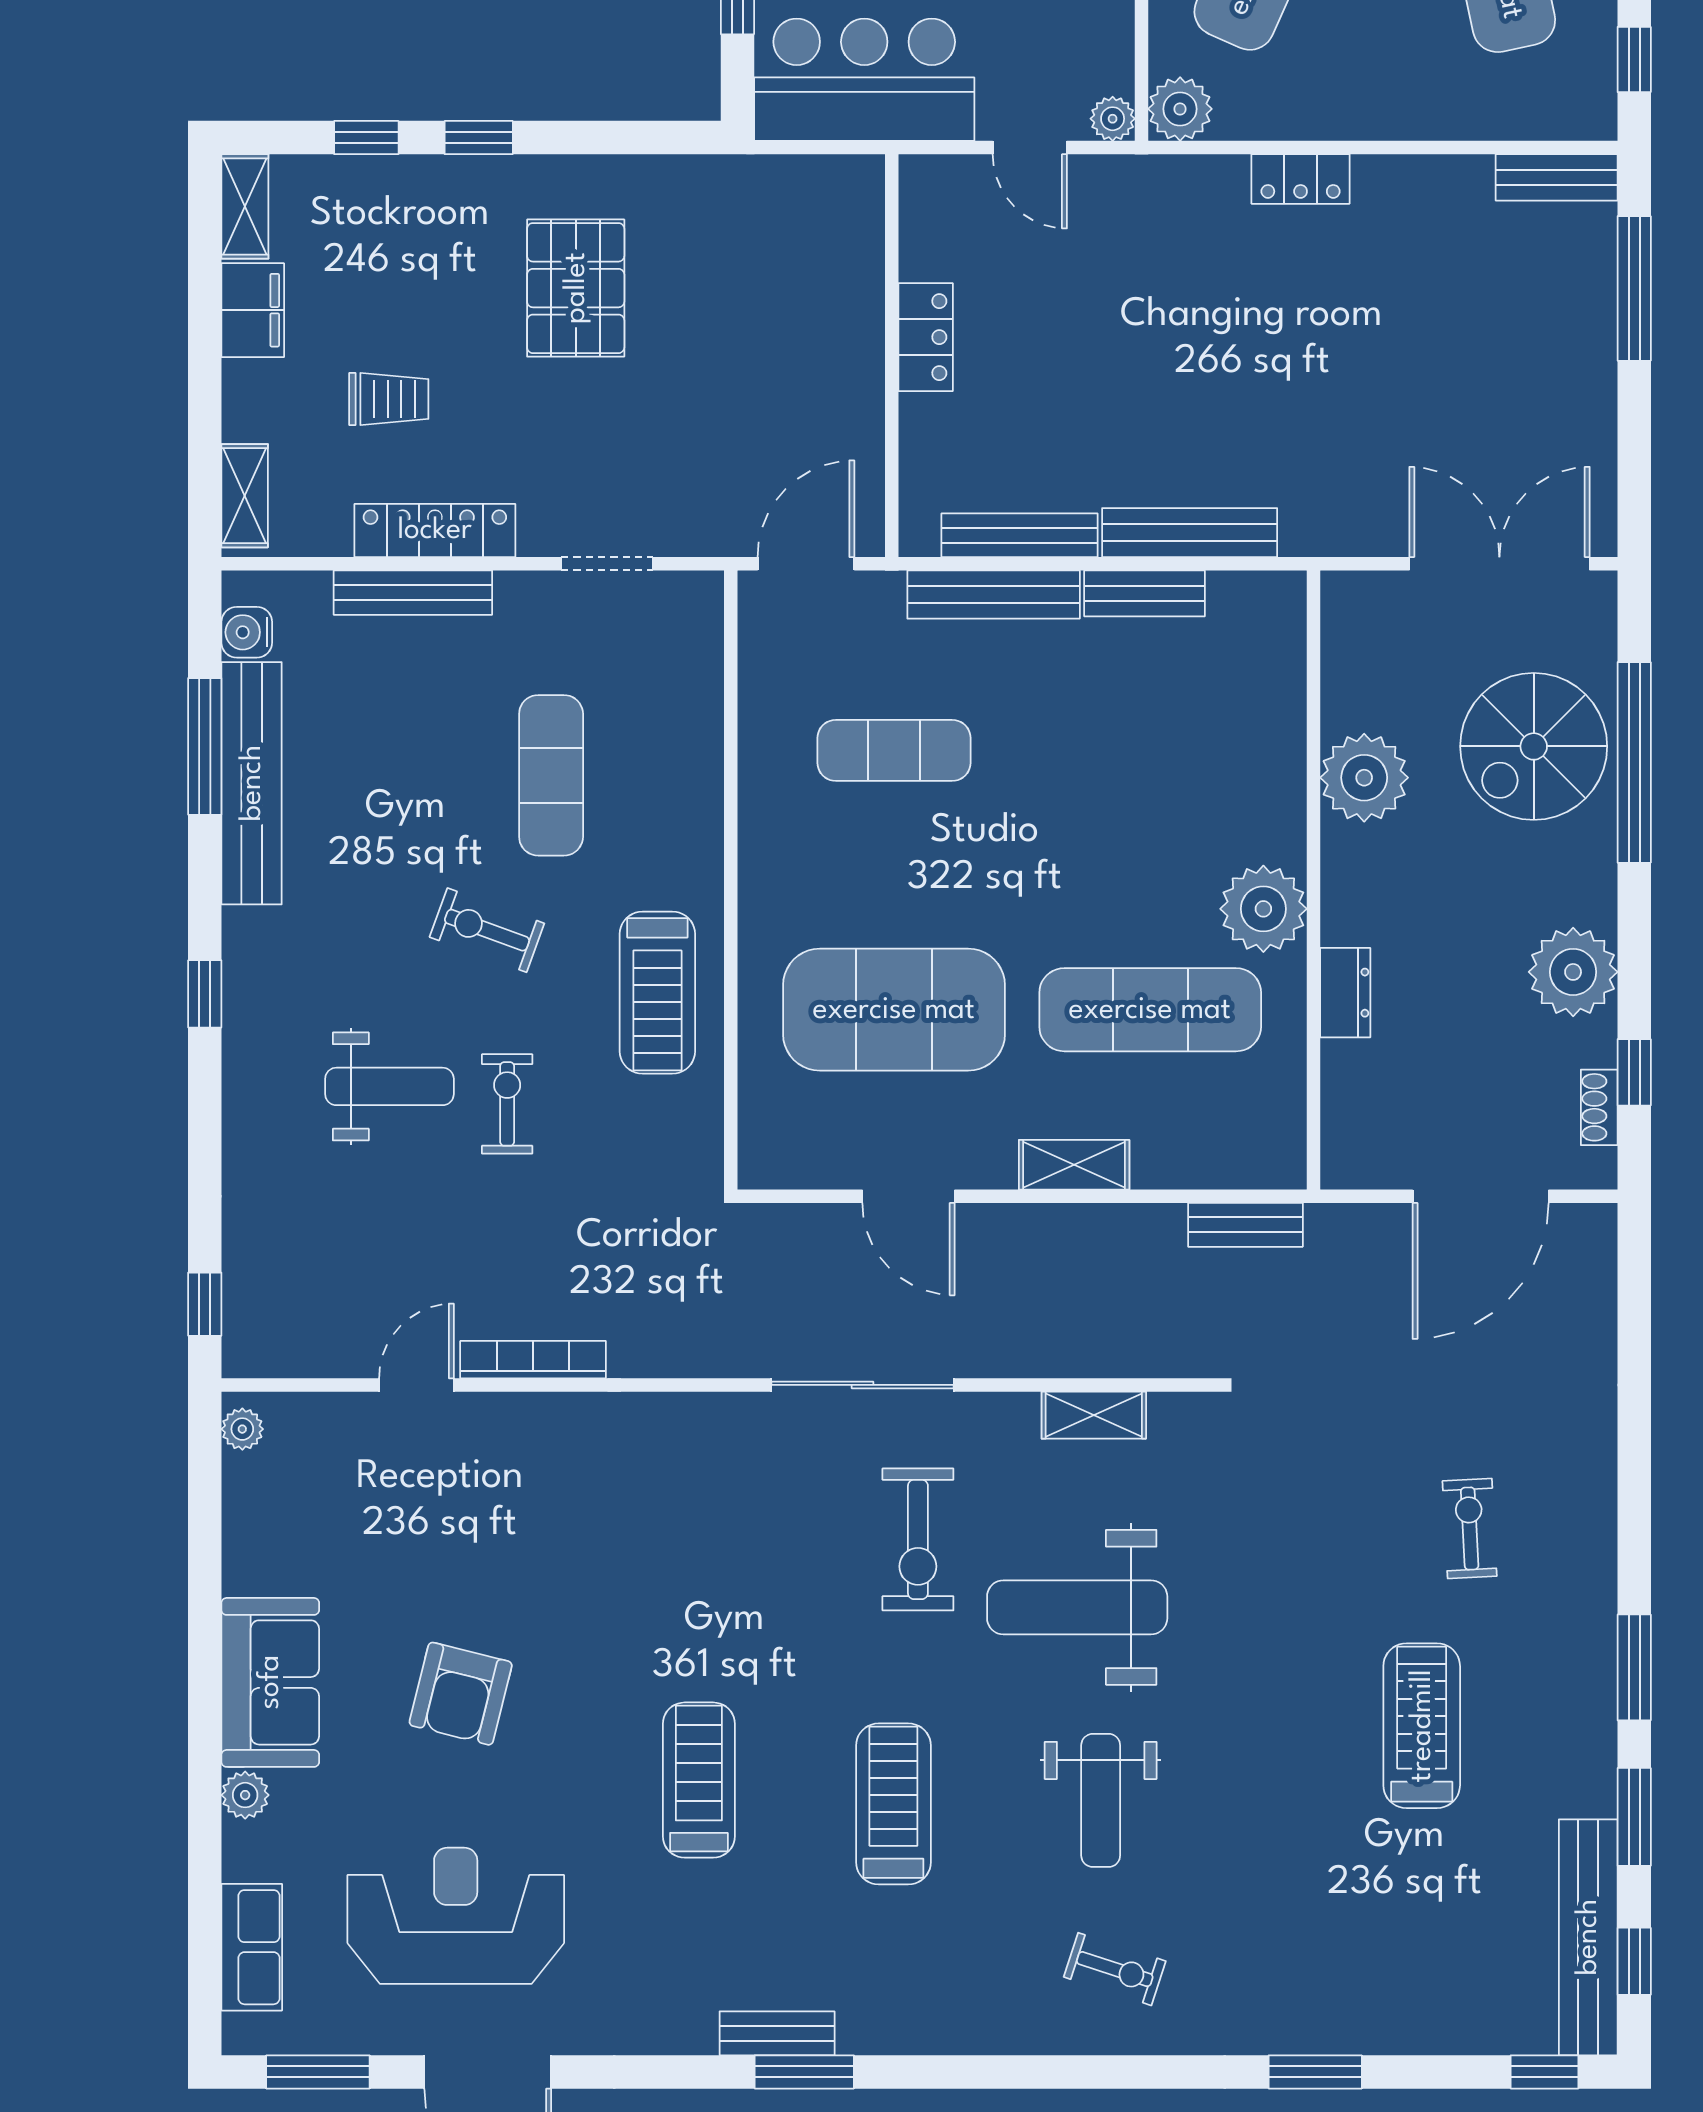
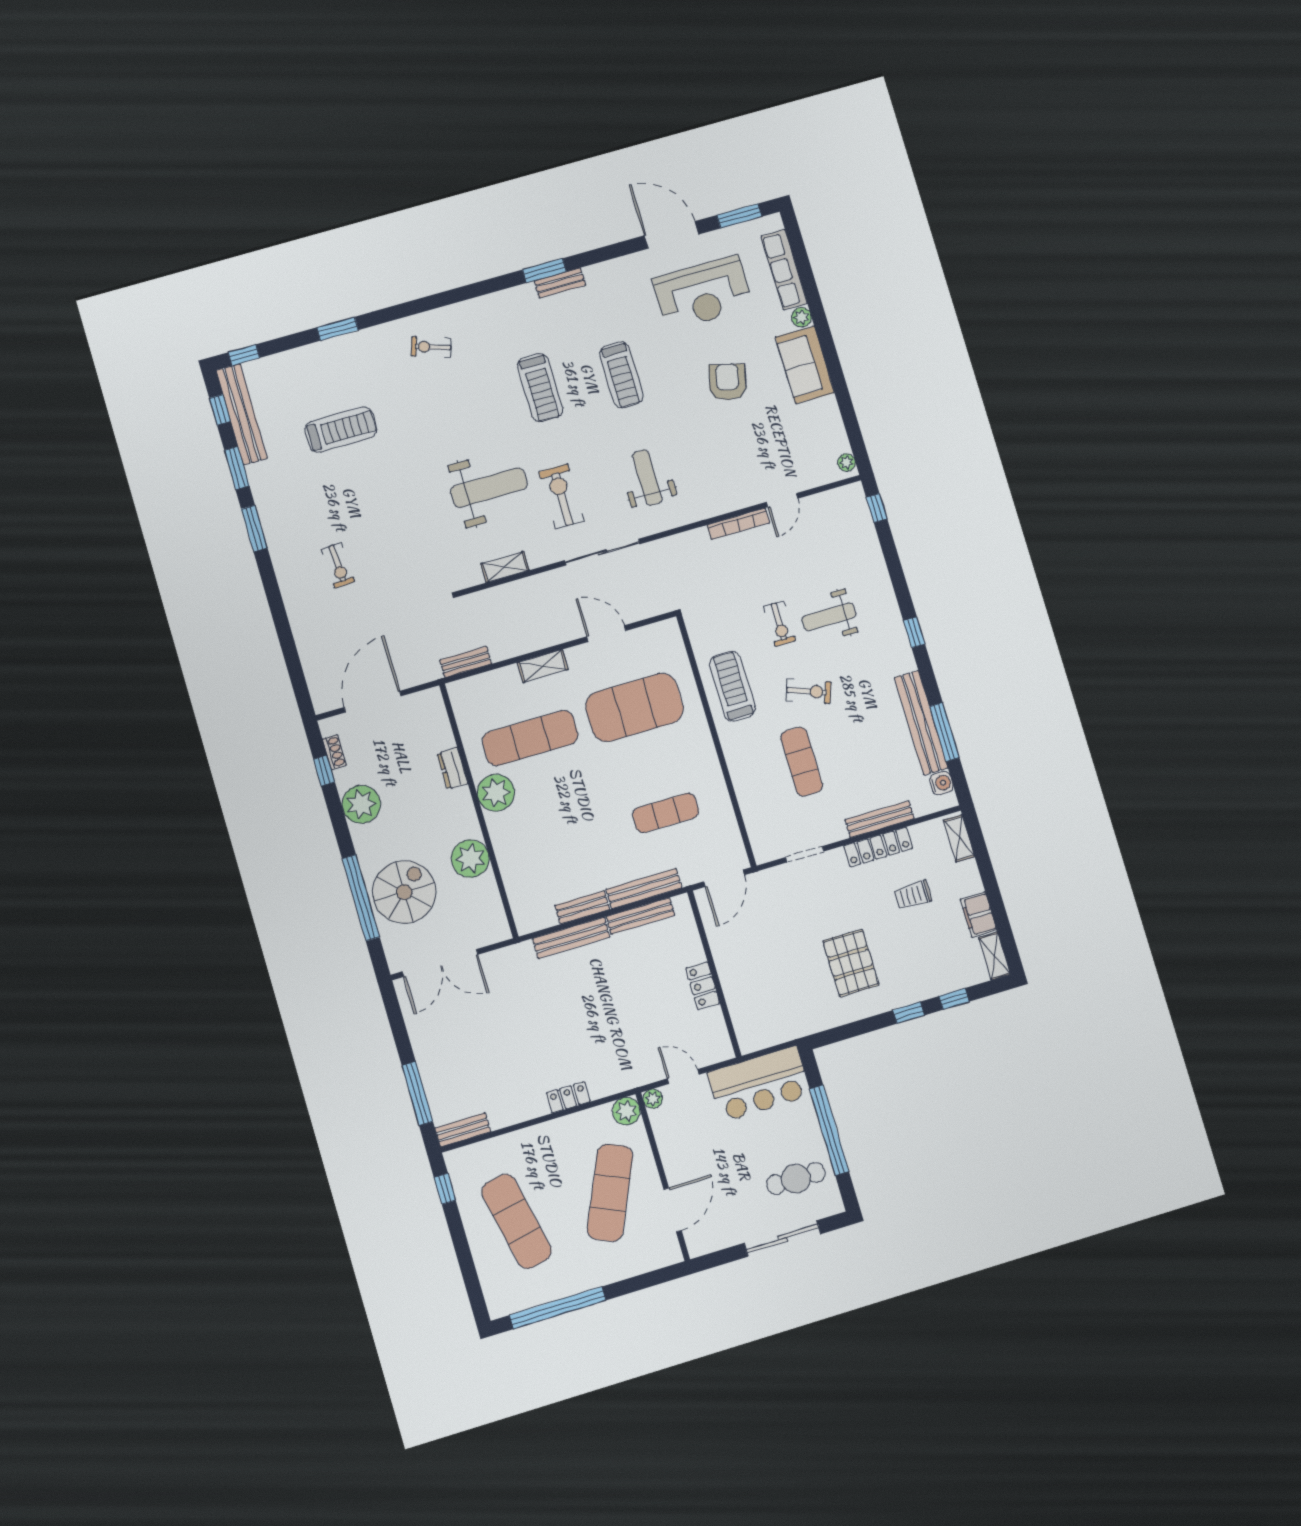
treadmill: (1422, 1726) -> (341, 430), moved, turned -90
weight bench: (1101, 1800) -> (647, 478), moved
row of seats: (252, 1947) -> (784, 270), width x1.48

